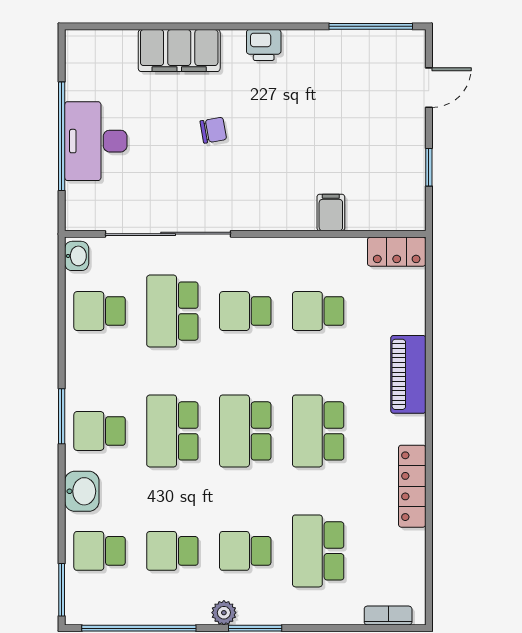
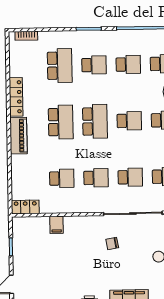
chair: (213, 130) -> (112, 244), moved
school desk: (172, 311) -> (130, 177), width x0.54
piano: (408, 374) -> (19, 136), moved
school desk: (172, 431) -> (129, 121), width x0.54
plant: (224, 613) -> (104, 36), removed

